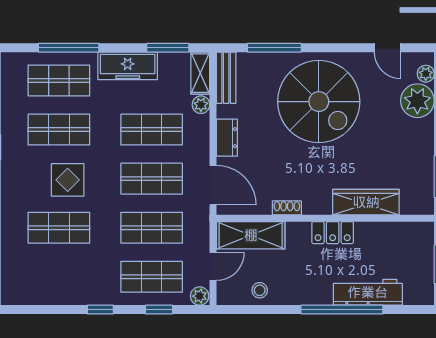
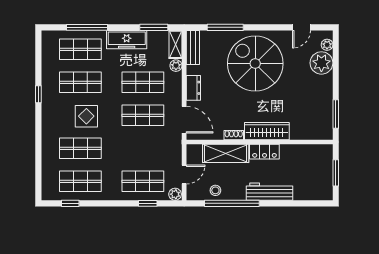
door: (388, 48) -> (301, 27), hinge flipped
spiral stairs: (319, 102) -> (255, 64), turned 180
wardrobe: (366, 202) -> (267, 131), moved
shop shelf: (152, 228) -> (80, 181), moved
shelving: (251, 235) -> (226, 153), moved
workbench: (368, 292) -> (269, 192), moved
window: (100, 310) -> (70, 203), moved
window: (342, 310) -> (232, 203), moved

